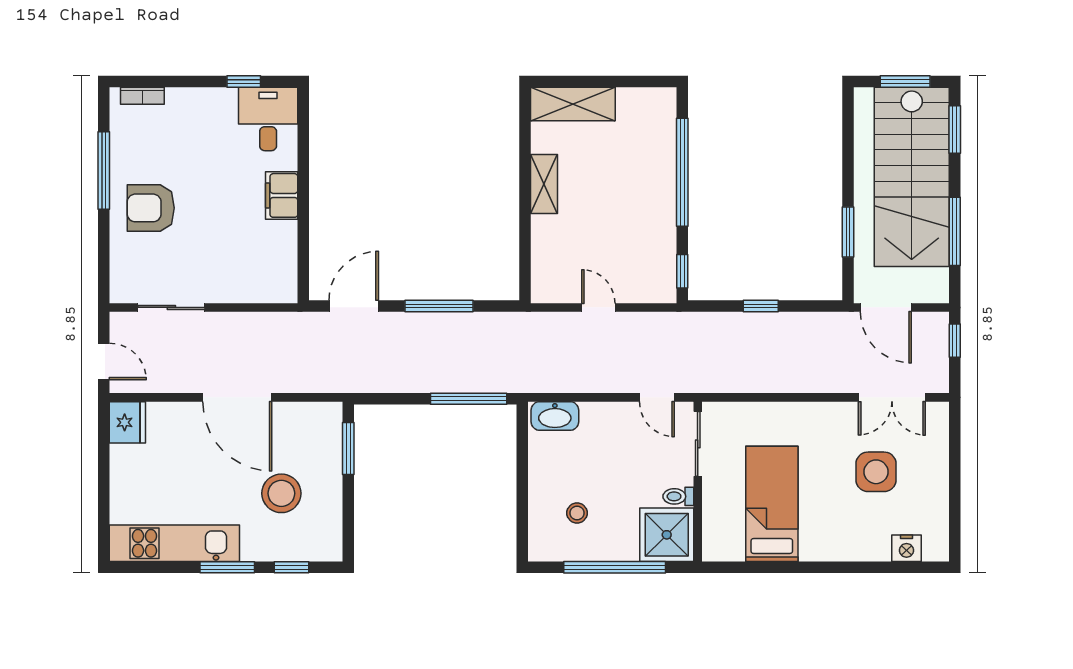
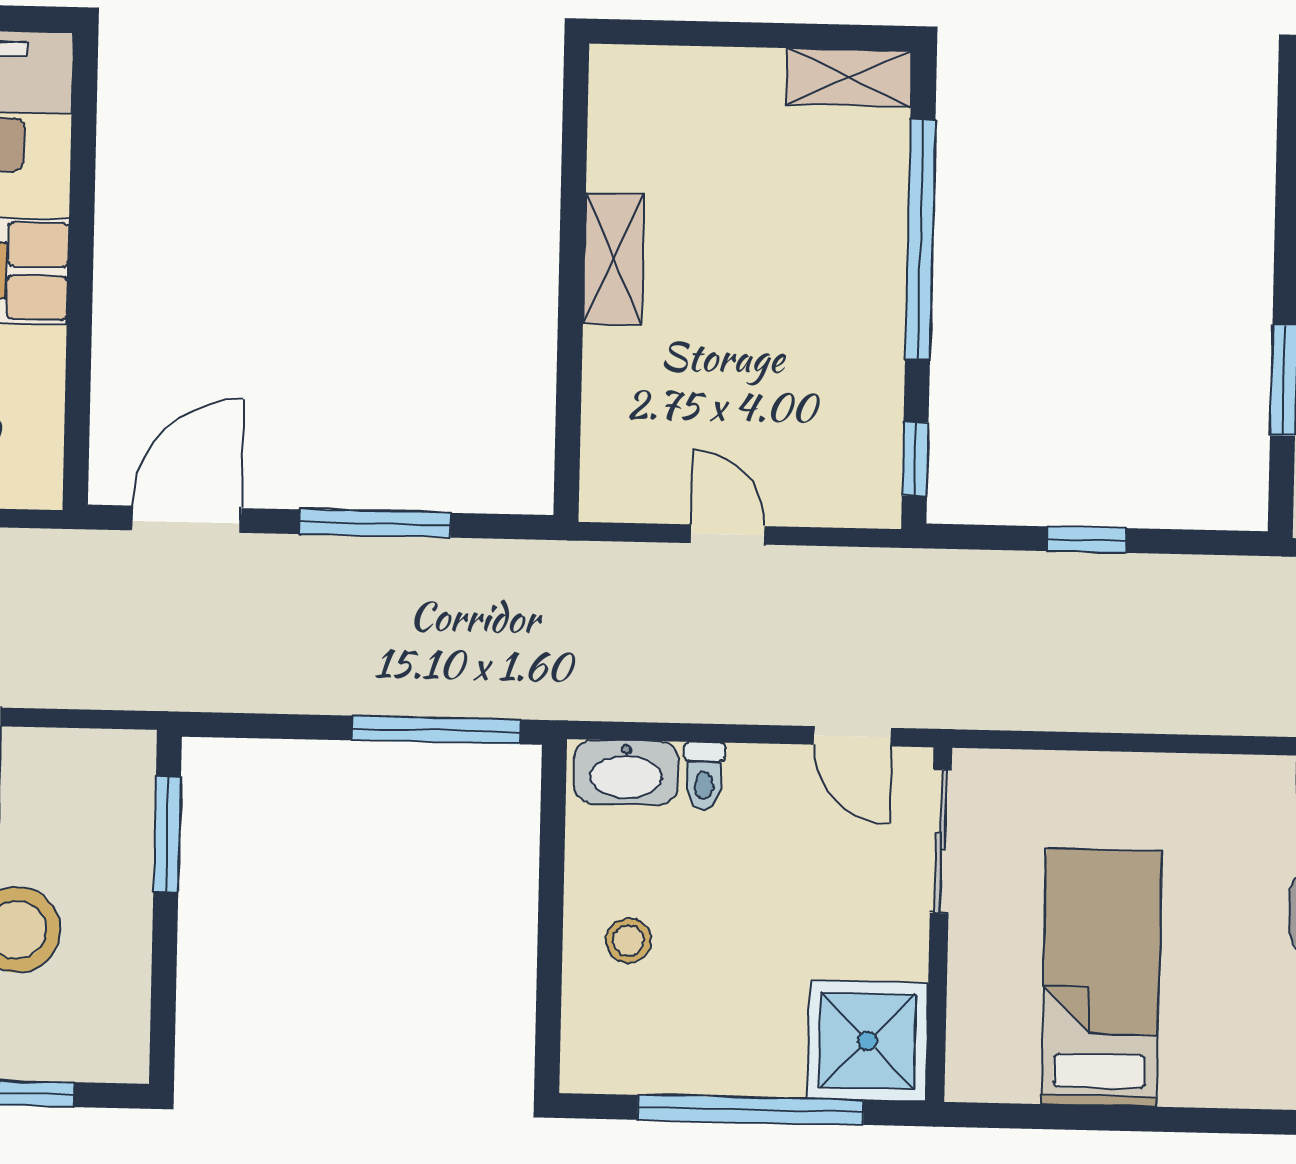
shelving: (573, 104) -> (849, 78), moved, width x0.67, depth x0.75
toilet: (678, 496) -> (704, 776), moved, turned -90
stool: (577, 513) -> (628, 941), moved

